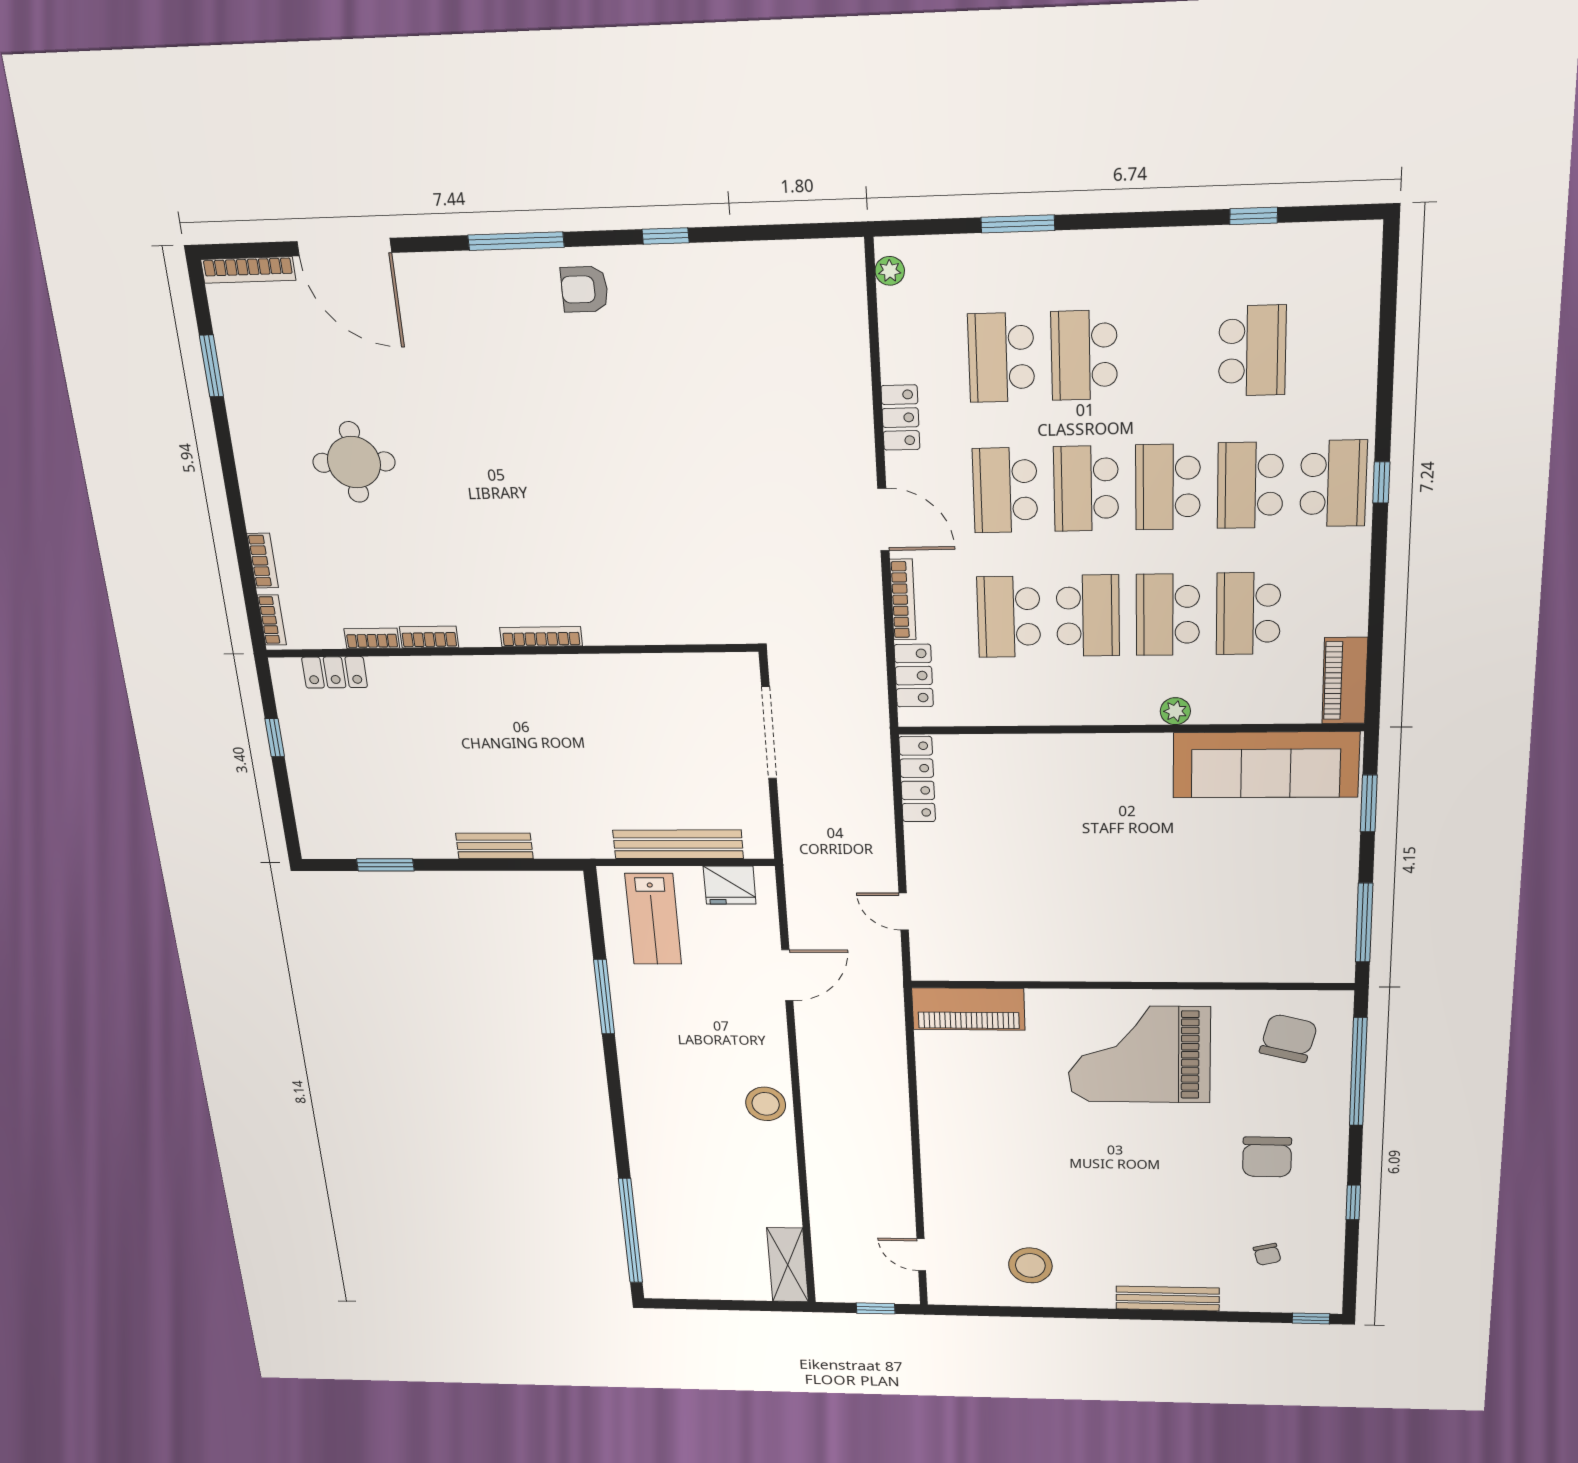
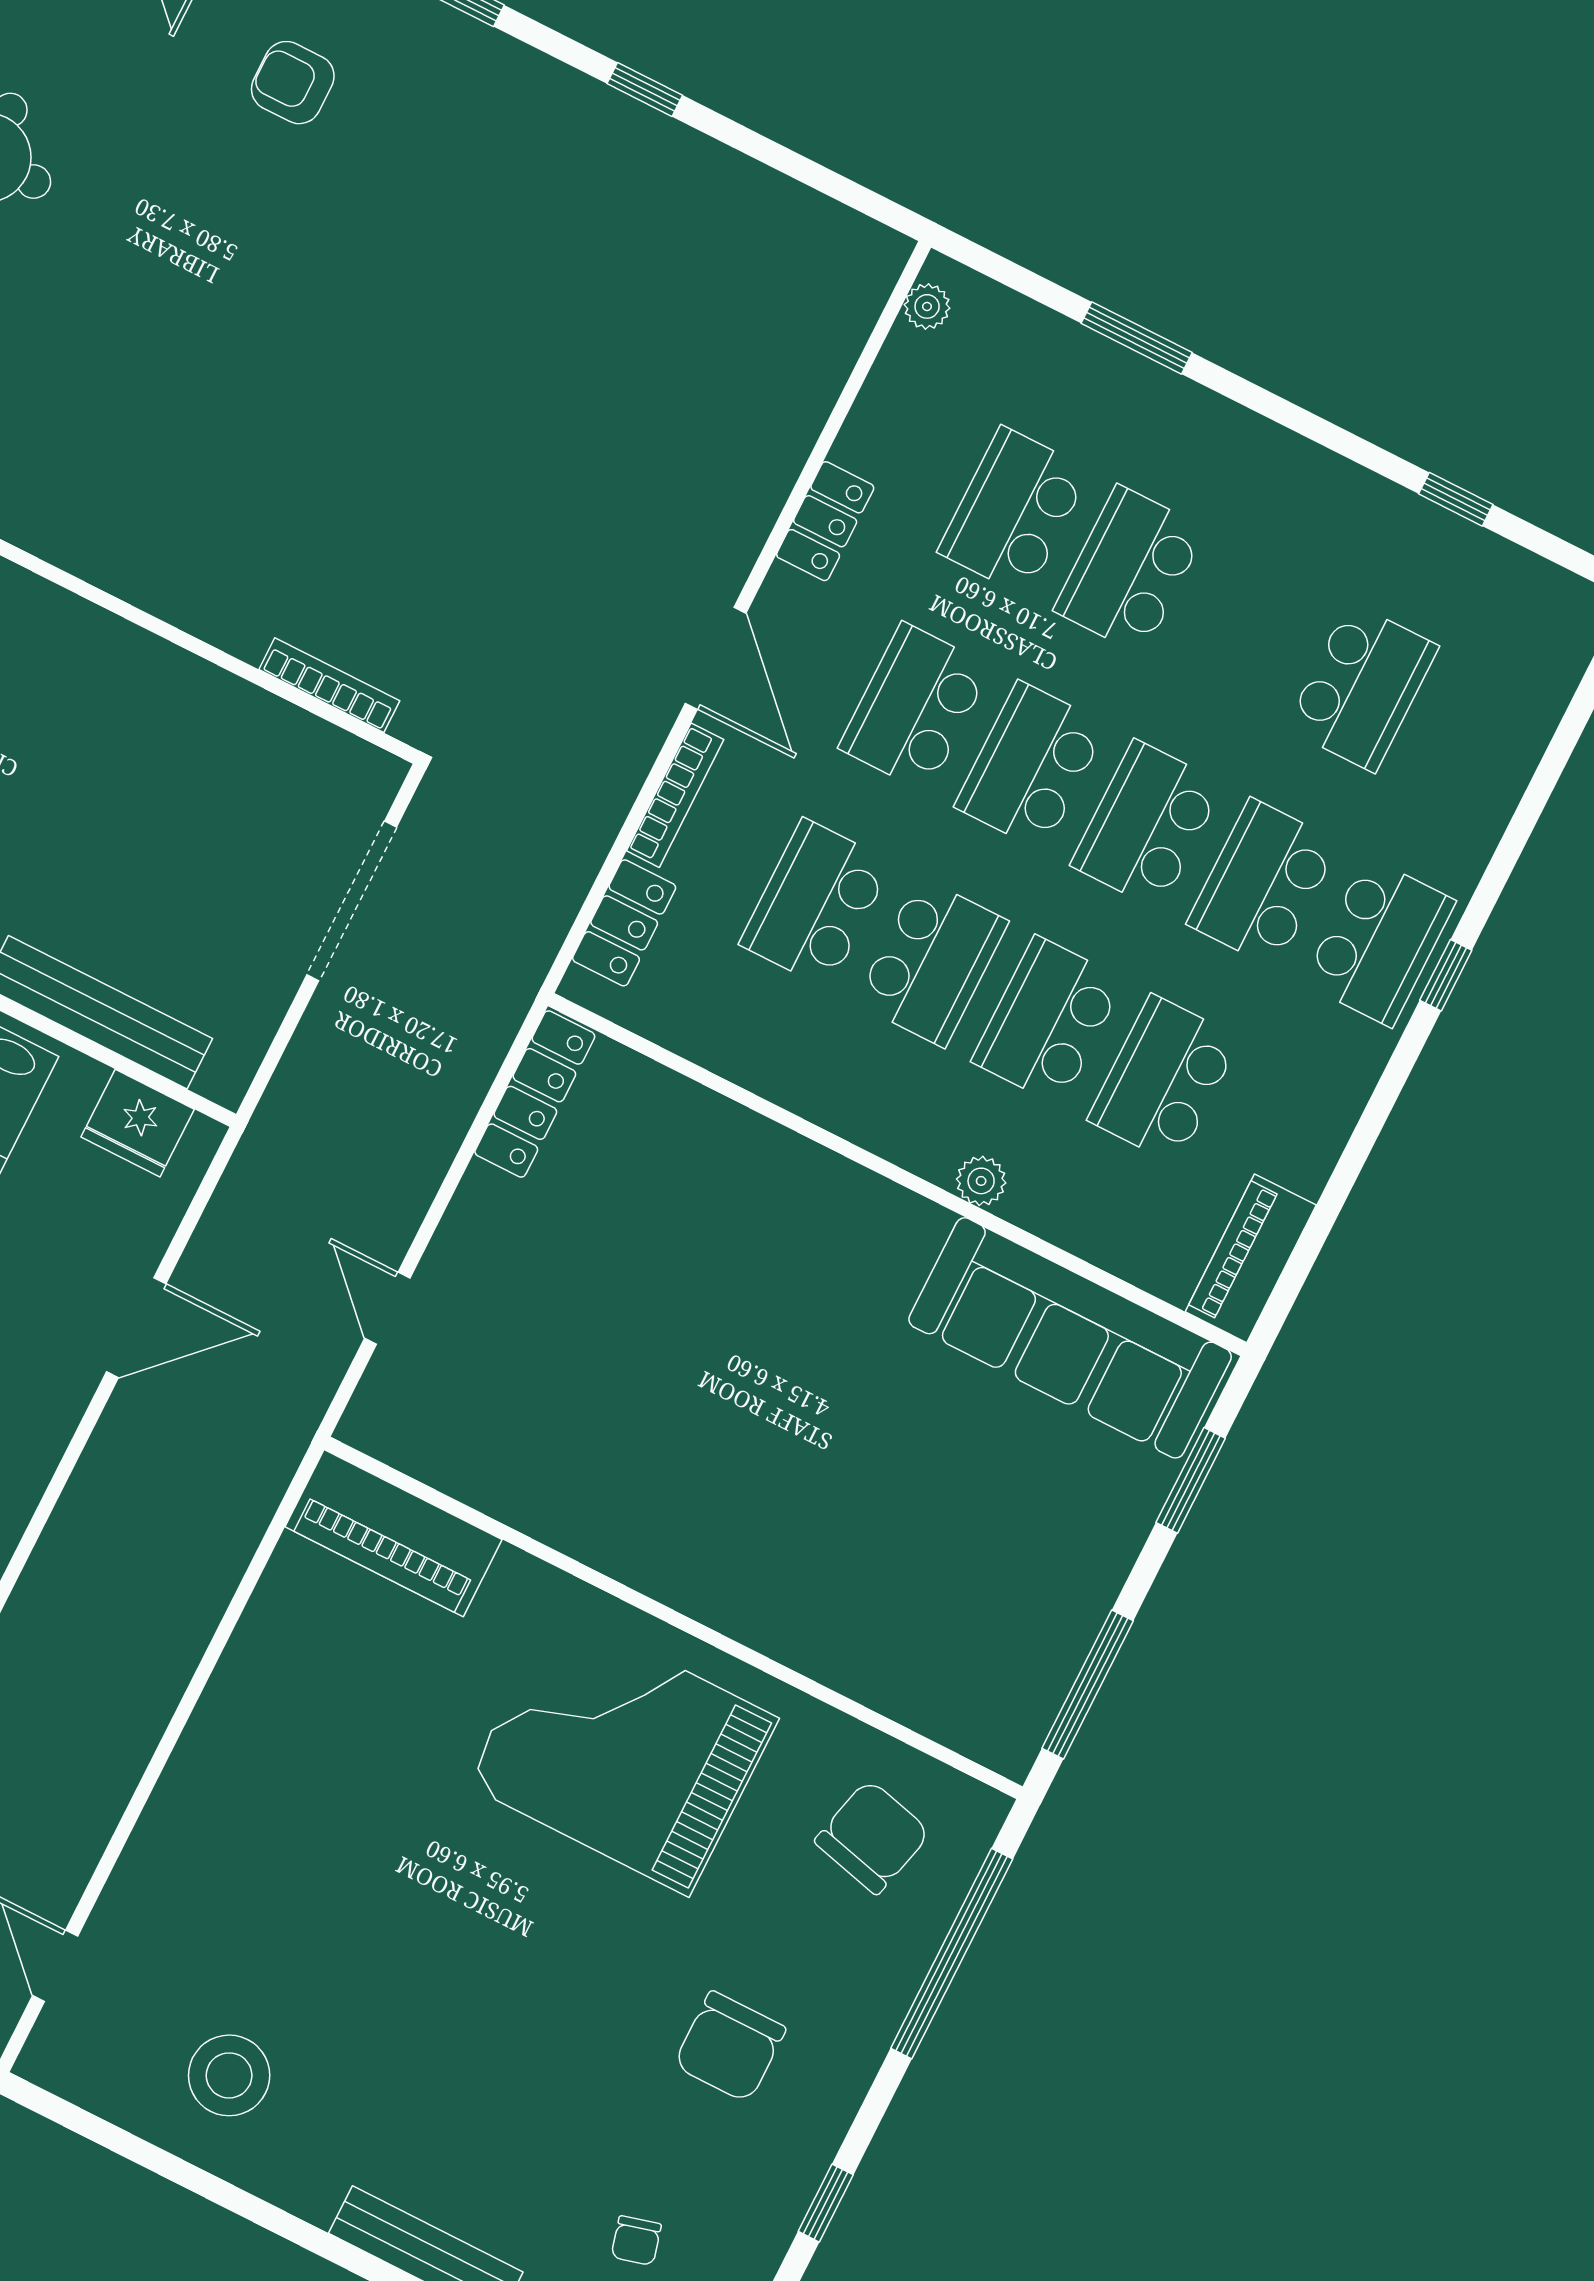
armchair: (584, 289) -> (293, 83), moved
bookcase: (541, 637) -> (329, 685), moved

